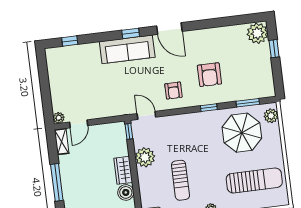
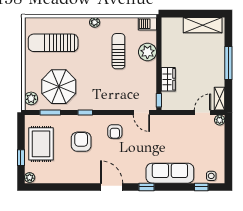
plant: (257, 33) -> (30, 178), width x0.53, depth x0.53
sofa: (127, 49) -> (170, 173), moved
side table: (60, 55) -> (211, 176), added
rug: (254, 67) -> (41, 144), added
armchair: (173, 91) -> (115, 132), turned 180
plant: (145, 157) -> (147, 52), moved
wardrobe: (123, 170) -> (168, 79), moved
boiler: (126, 192) -> (168, 46), removed

